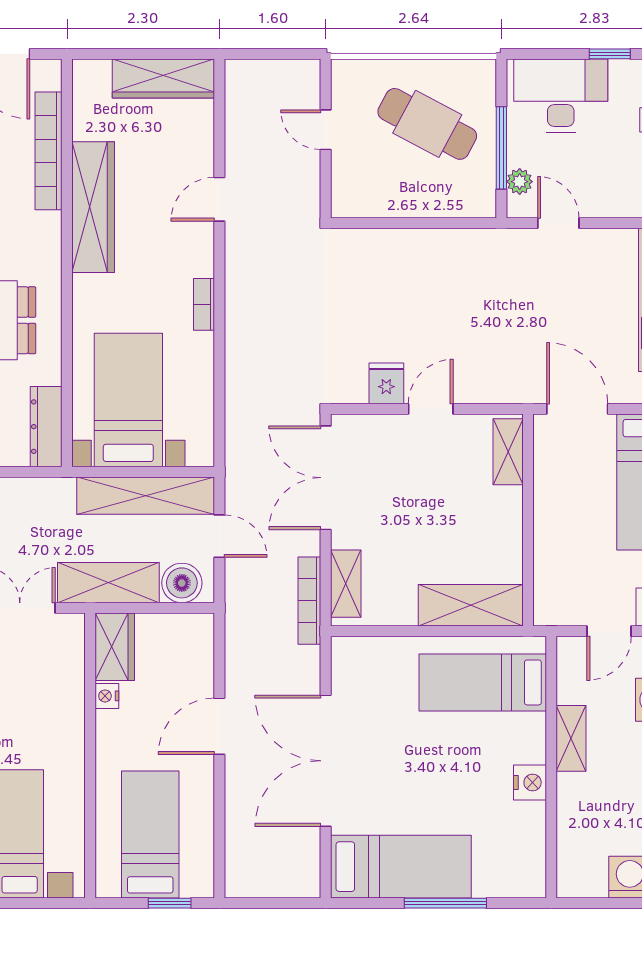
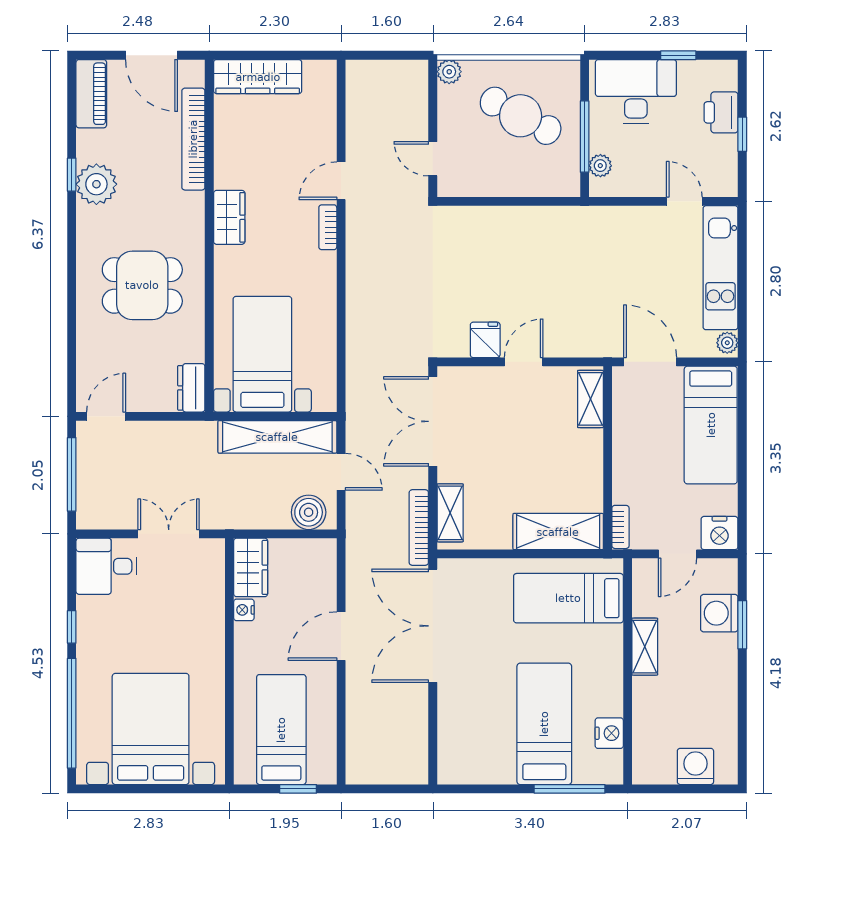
plant: (345, 73) -> (449, 72), added
wardrobe: (163, 79) -> (258, 77), moved
door: (326, 130) -> (433, 159), moved
wardrobe: (93, 207) -> (229, 217), width x0.48, depth x0.85
door: (558, 223) -> (684, 201), moved
bookcase: (204, 304) -> (328, 227), moved
dresser: (46, 427) -> (191, 388), width x0.70
shelving: (108, 583) -> (245, 512), removed
bookcase: (543, 600) -> (620, 527), added
double door: (326, 761) -> (433, 626), moved
nightstand: (530, 782) -> (609, 733), moved
bed: (401, 867) -> (544, 724), moved, turned -90
window: (445, 903) -> (570, 789), moved

